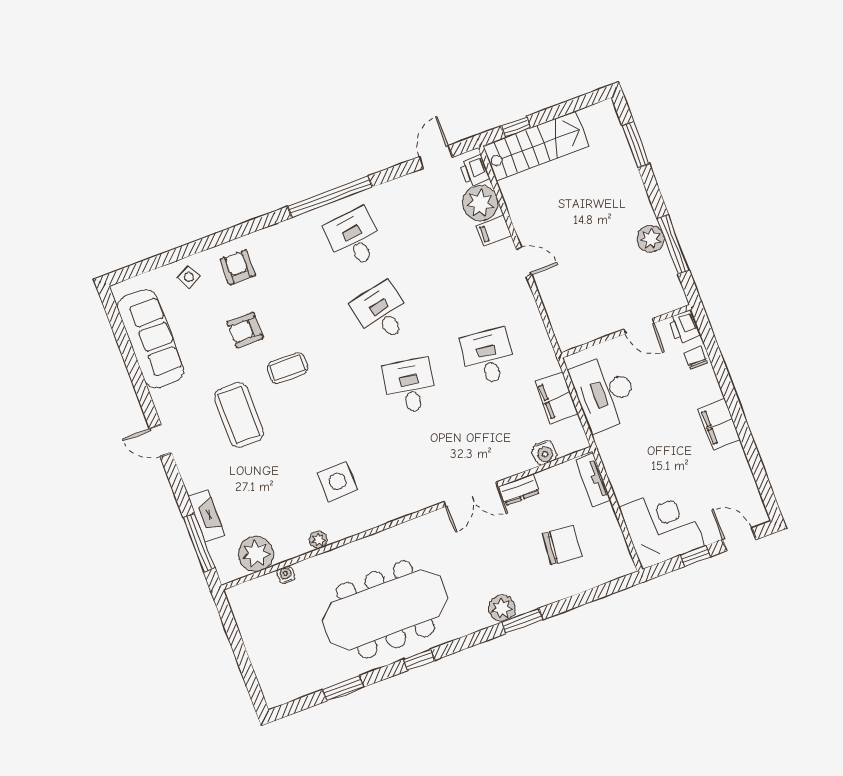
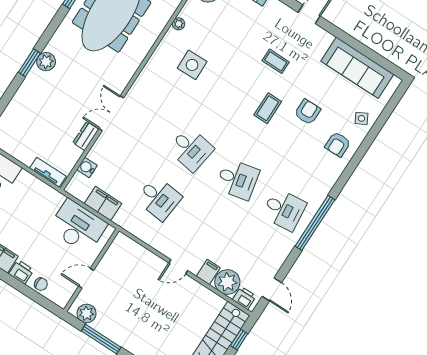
plant: (651, 239) -> (86, 313), moved
armchair: (238, 267) -> (338, 144), turned 90
printer: (685, 326) -> (21, 272), moved
coffee table: (239, 415) -> (276, 61), width x0.54, depth x0.58
chair: (562, 545) -> (39, 123), removed

